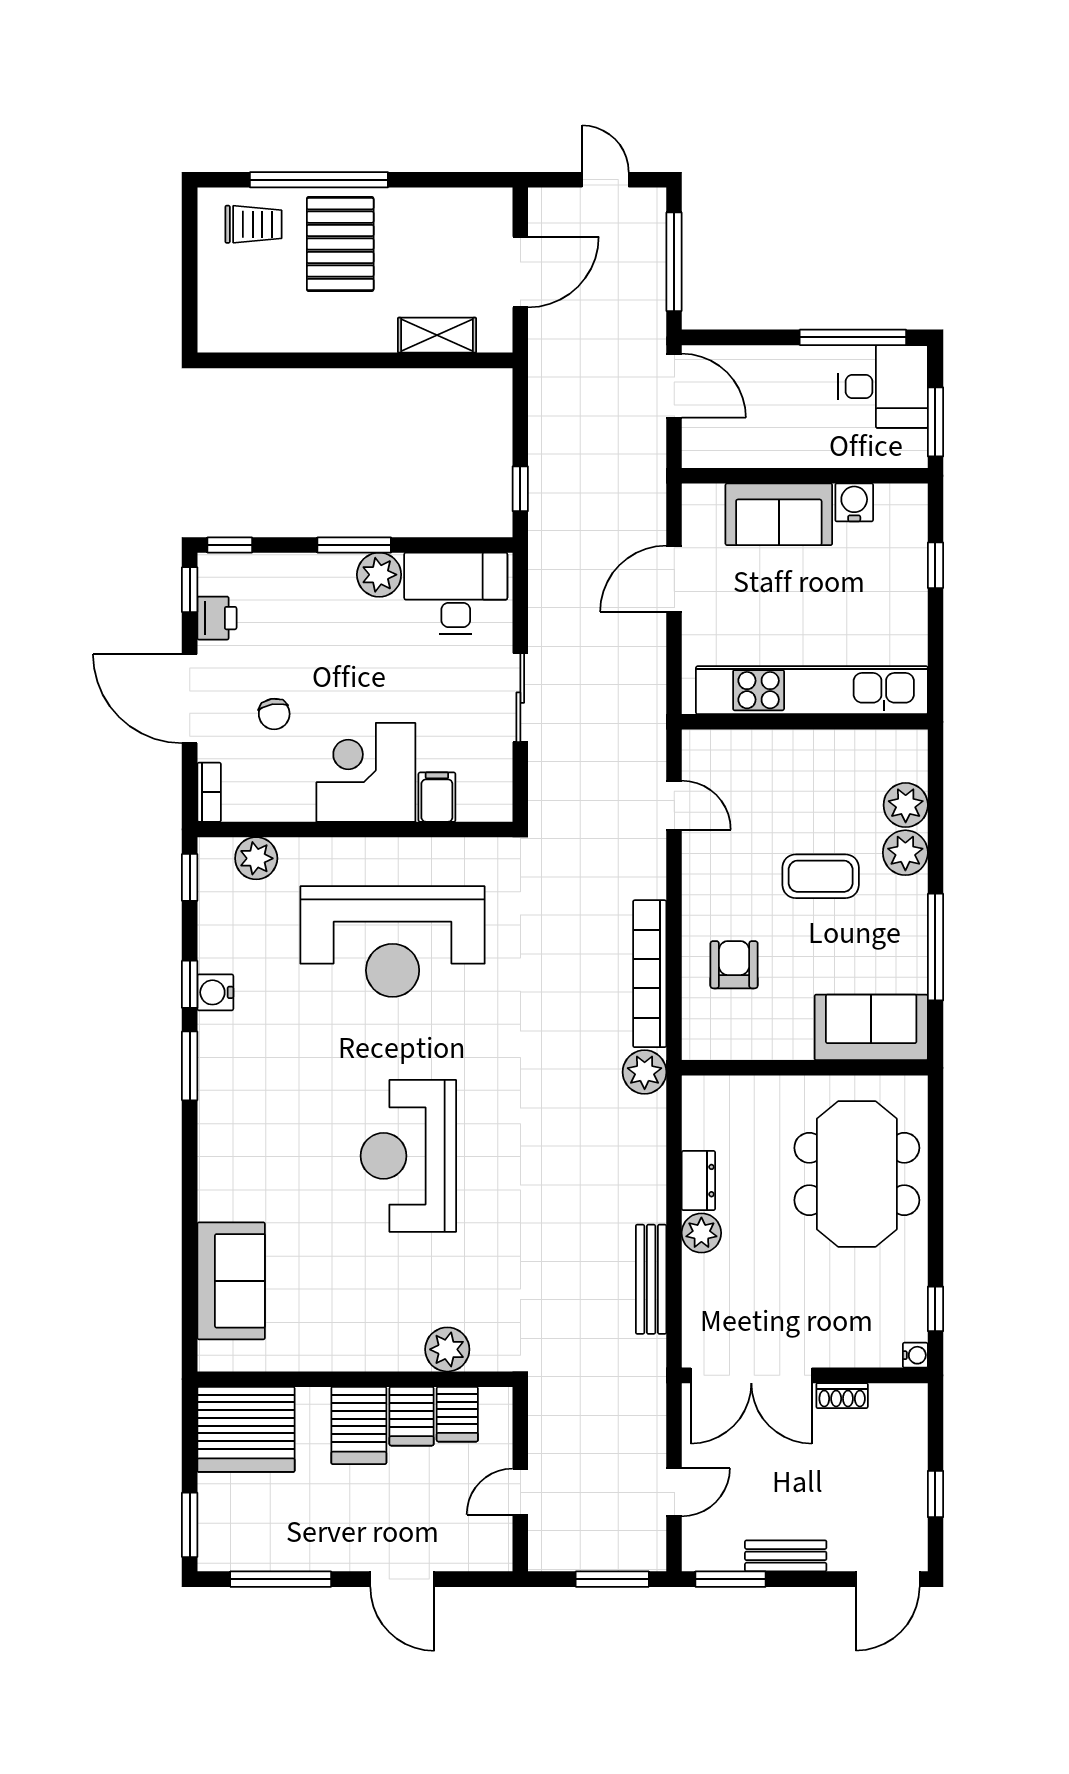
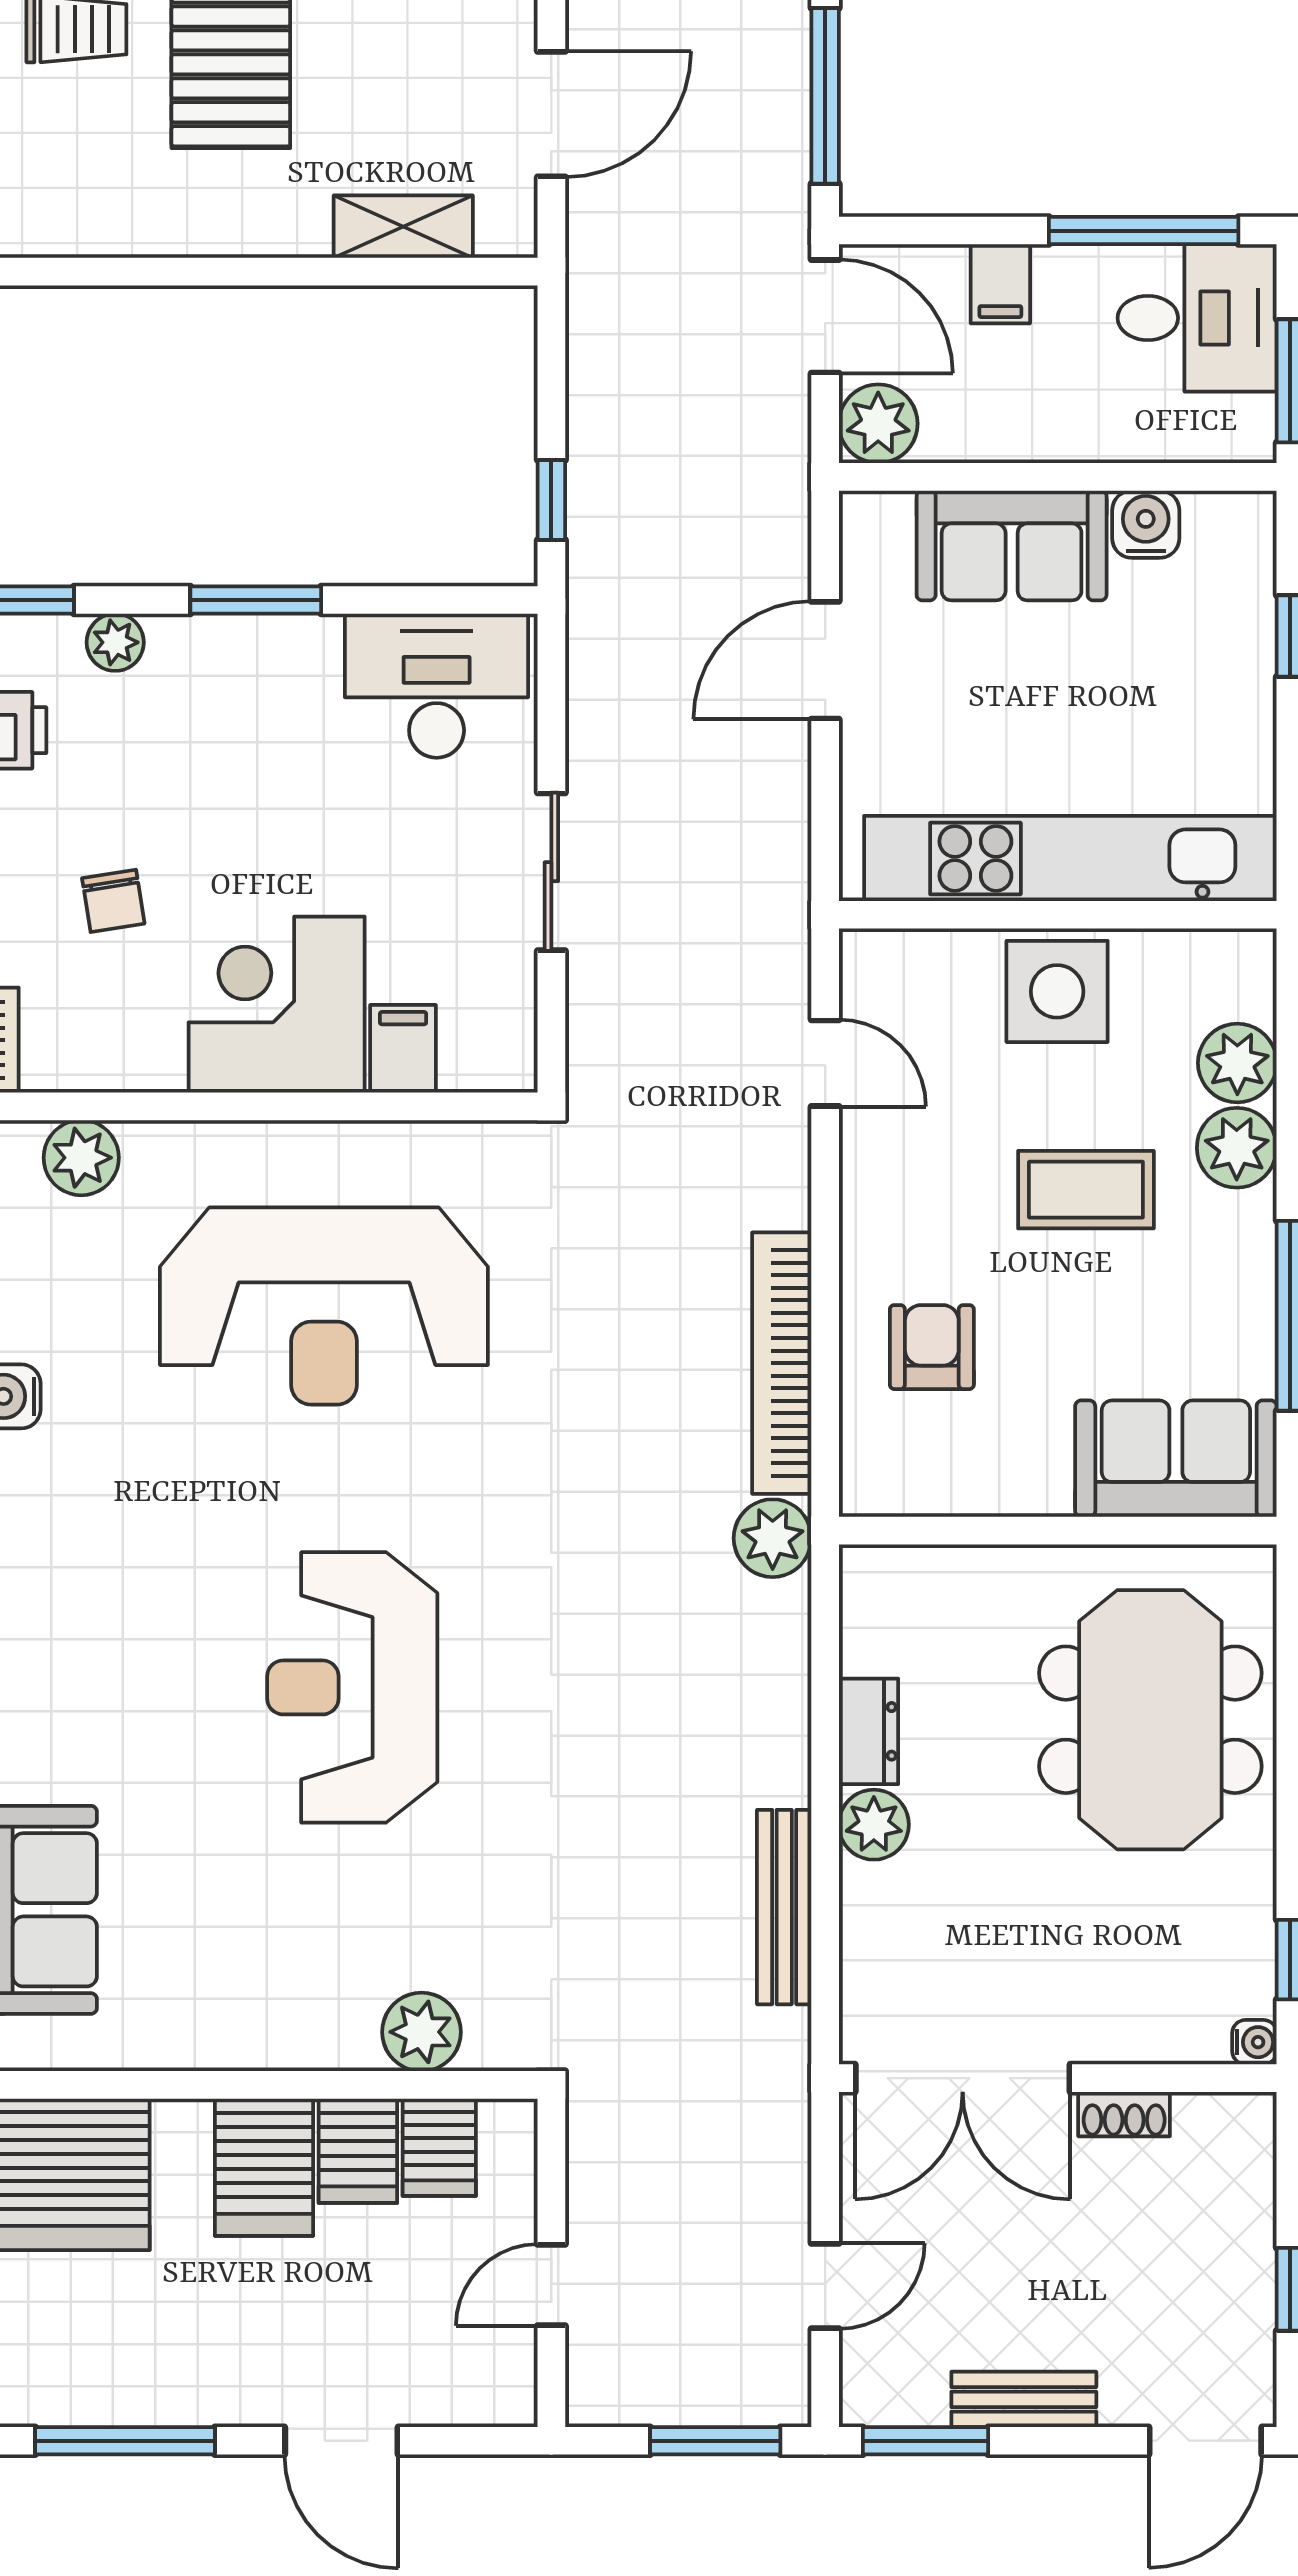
filing cabinet: (773, 367) -> (1000, 284), added
plant: (704, 446) -> (878, 424), added
plant: (379, 575) -> (115, 642), moved, width x0.73, depth x0.73
side table: (804, 765) -> (1057, 991), added

